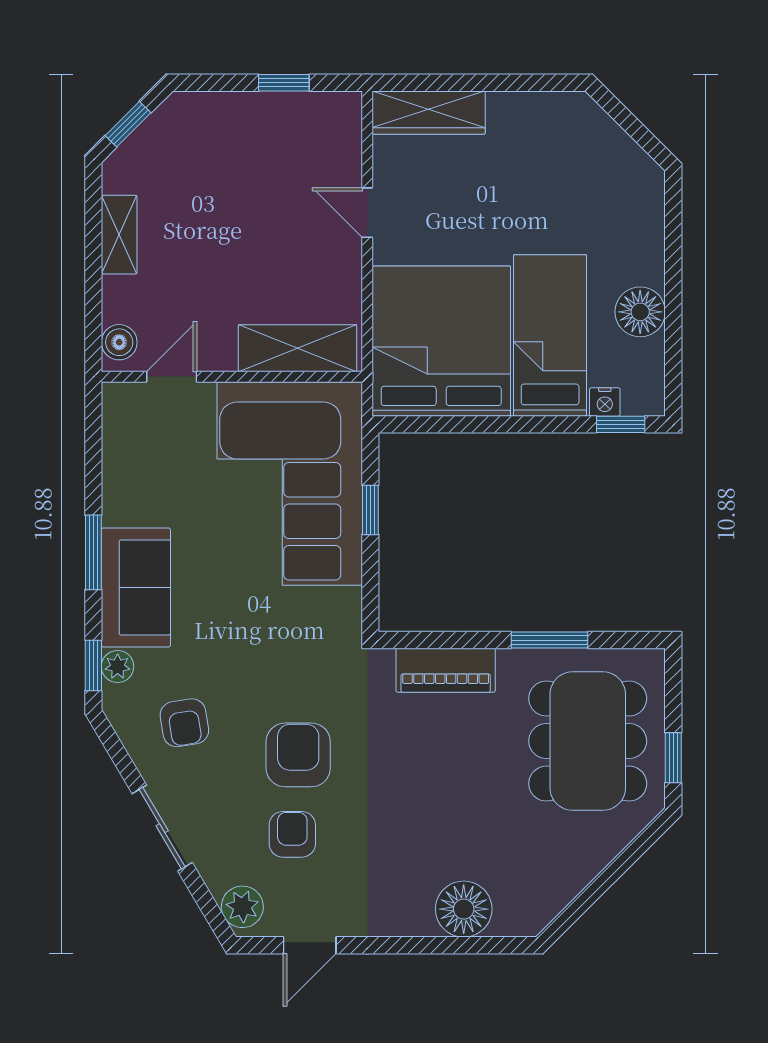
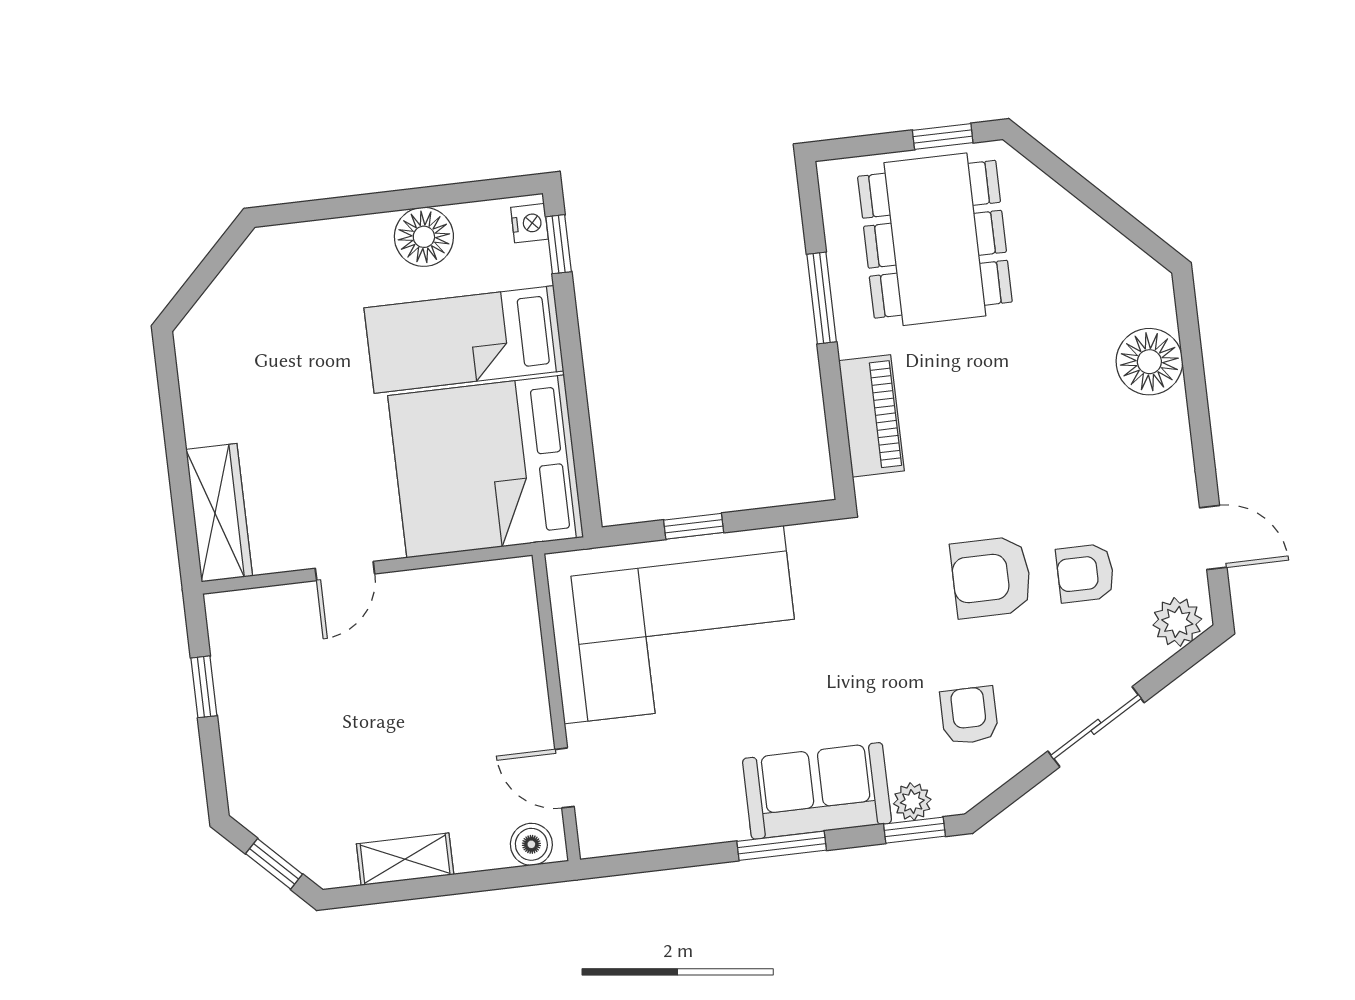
shelving: (298, 348) -> (514, 634), removed
nightstand: (605, 402) -> (529, 223), moved
armchair: (184, 723) -> (969, 715), turned -81
dining table: (588, 741) -> (935, 239), turned 90

